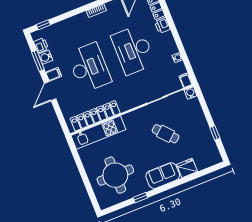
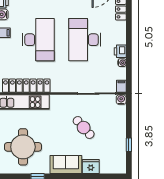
printer: (162, 25) -> (120, 51), moved

